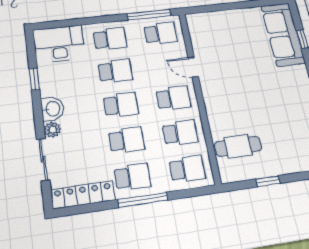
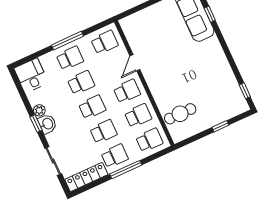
window: (149, 15) -> (68, 41), moved
desk: (59, 44) -> (31, 75), width x0.73
door: (193, 67) -> (135, 63), hinge flipped
window: (34, 79) -> (36, 123), moved
plant: (52, 130) -> (39, 110), moved
window: (268, 181) -> (220, 126), moved

